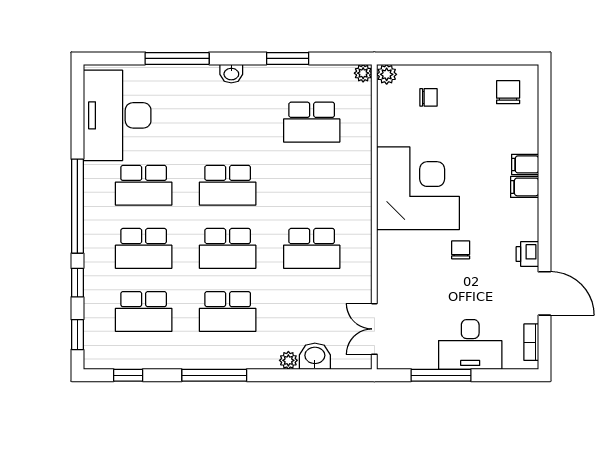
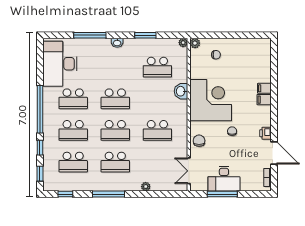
chair: (508, 92) -> (199, 141), moved
desk: (470, 345) -> (224, 179), moved
washbasin: (315, 356) -> (181, 91), moved, turned -90

